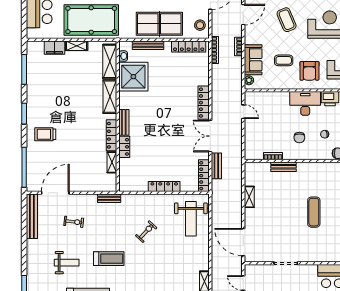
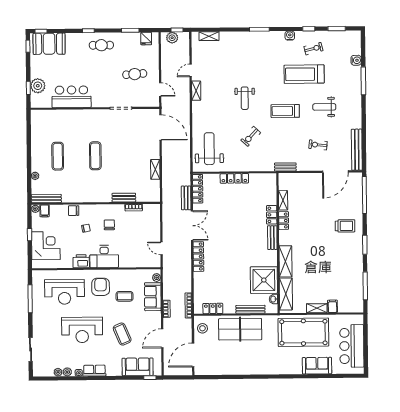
locker: (189, 46) -> (213, 308), width x0.66
filing cabinet: (54, 48) -> (332, 306), width x0.50
locker: (112, 135) -> (284, 221), width x0.66
weight bench: (152, 273) -> (245, 98), added

